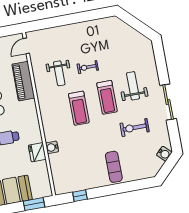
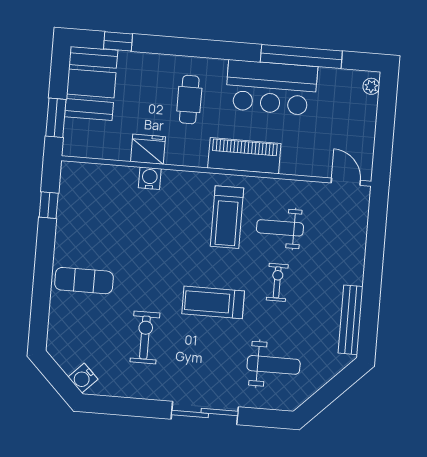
bench: (97, 24) -> (351, 320), added
piano: (23, 81) -> (244, 156), moved
weight bench: (133, 86) -> (274, 365), moved
sliding door: (168, 102) -> (205, 413), moved
treadmill: (79, 108) -> (227, 217), moved, turned -90

